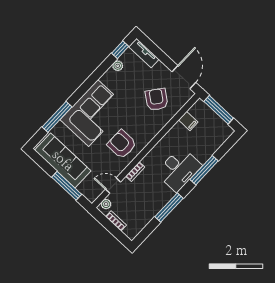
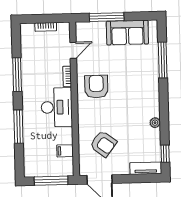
plant: (118, 66) -> (155, 123), moved
corner sofa: (93, 113) -> (139, 89), removed
armchair: (122, 144) -> (96, 87), turned -90
sofa: (63, 161) -> (127, 33), width x0.73
desk: (179, 169) -> (57, 107), moved, turned 180
plant: (106, 204) -> (65, 32), removed

